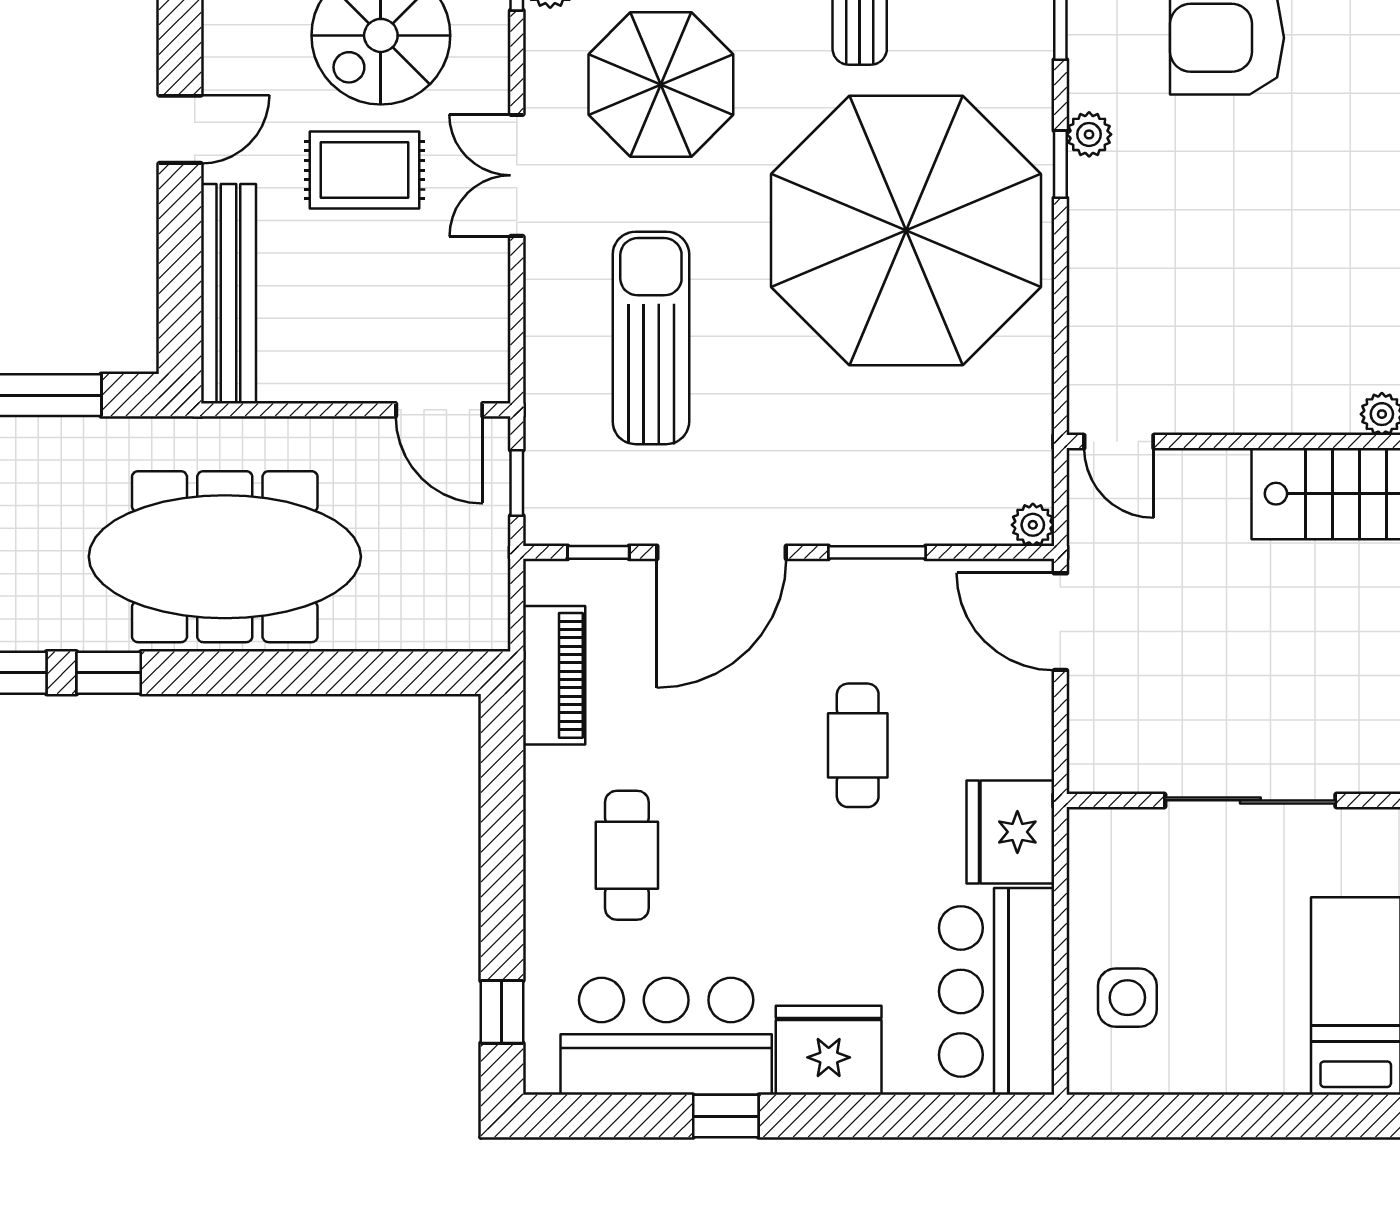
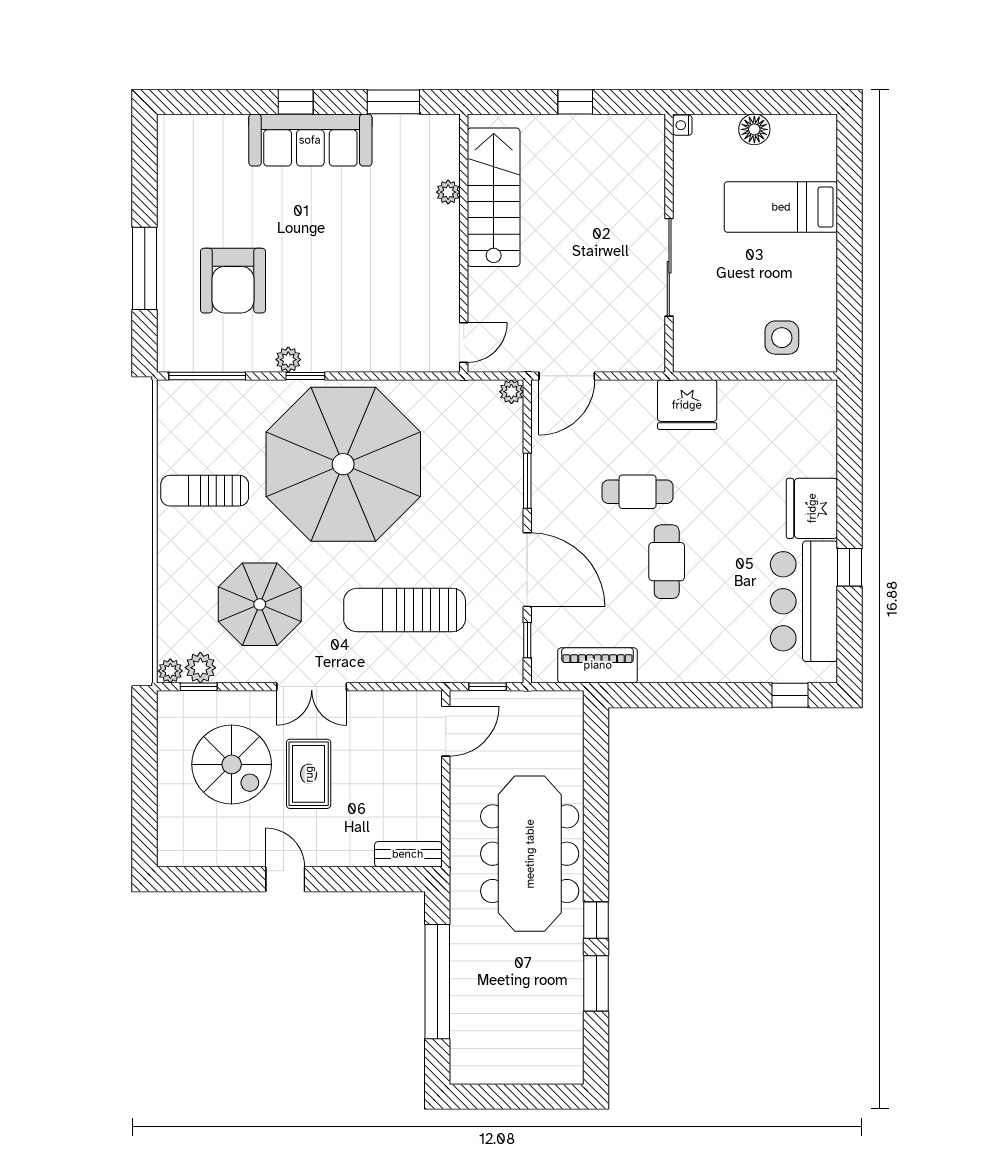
bench: (228, 294) -> (408, 854), width x0.54, depth x0.82
cafe table: (627, 855) -> (667, 562), moved, turned 90
bar counter: (997, 991) -> (778, 412), removed

